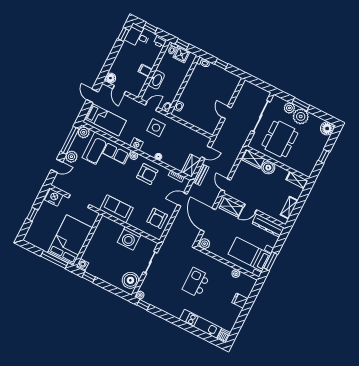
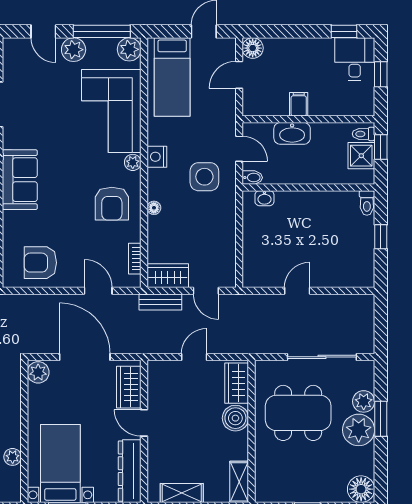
printer: (160, 42) -> (365, 104), removed
door: (226, 185) -> (194, 357), moved
door: (208, 220) -> (85, 357), hinge flipped

